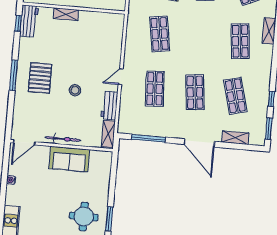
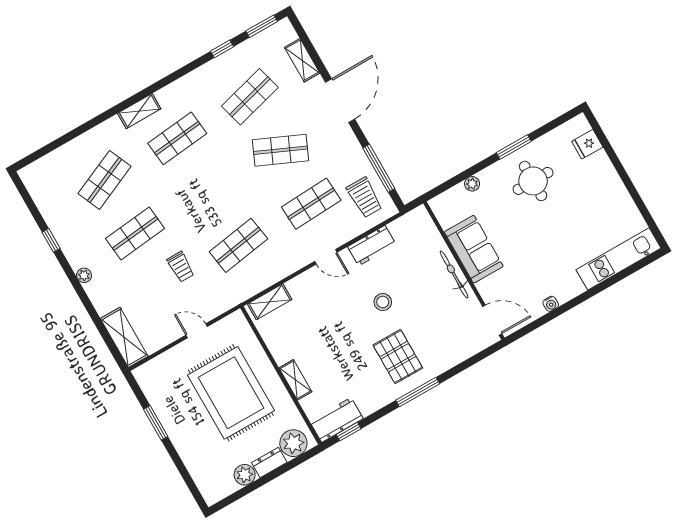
pallet: (40, 78) -> (398, 357), turned 90
shop shelf: (195, 92) -> (281, 150), turned 30
trolley: (138, 120) -> (364, 197), added
shelving: (108, 134) -> (270, 302), moved
plant: (105, 183) -> (472, 184), added

